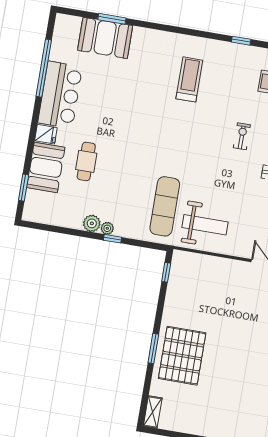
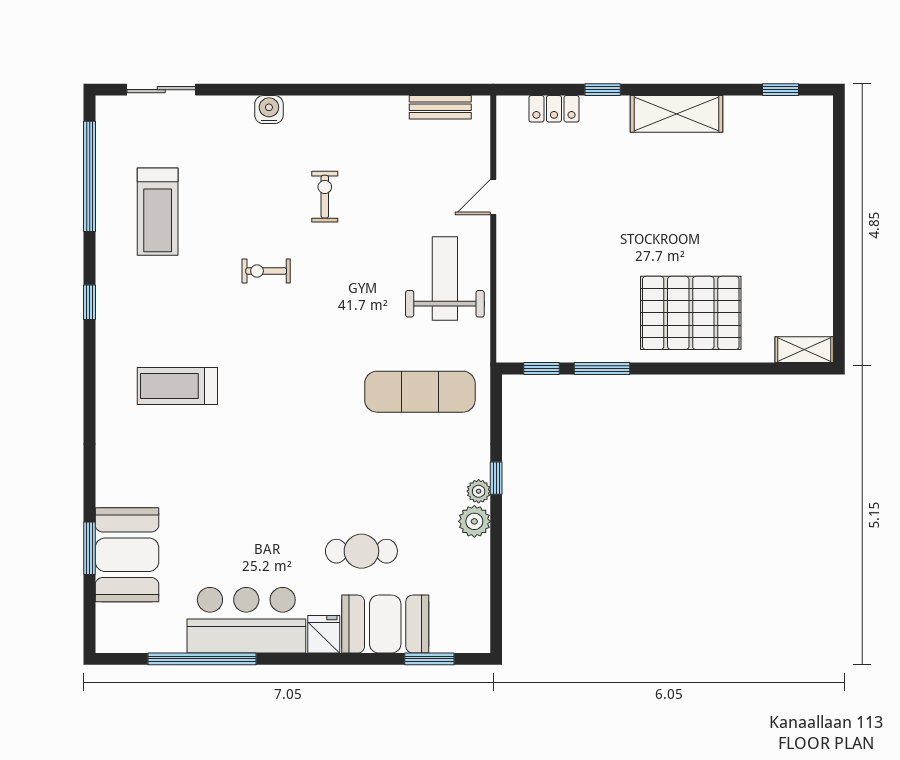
weight bench: (205, 225) -> (445, 279), moved
window: (153, 348) -> (602, 368), moved

